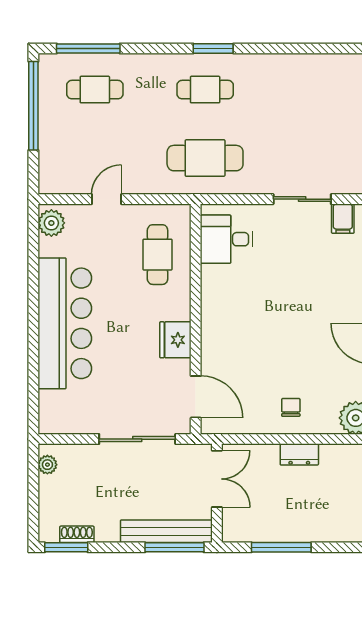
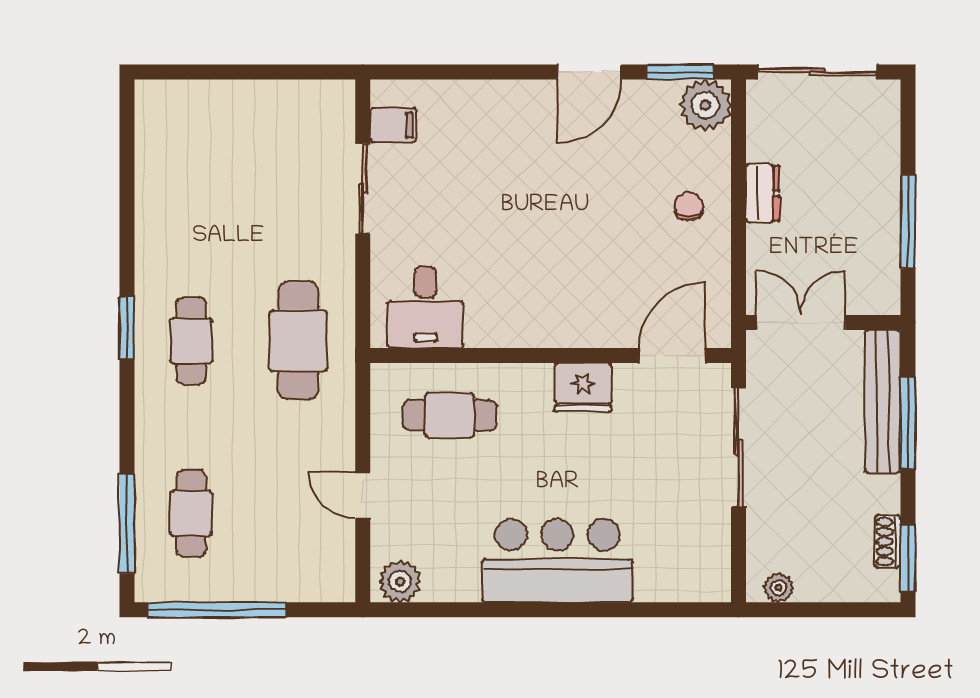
bar counter: (65, 323) -> (557, 561), width x0.73
chair: (291, 407) -> (689, 207), turned 90
window: (174, 547) -> (908, 423), moved

